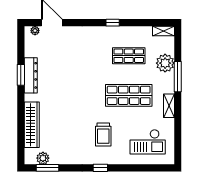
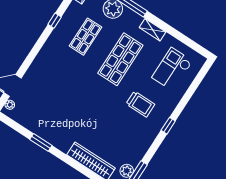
window: (113, 23) -> (55, 21), moved
dresser: (31, 75) -> (47, 134), removed
checkout: (148, 142) -> (172, 69), turned 180

